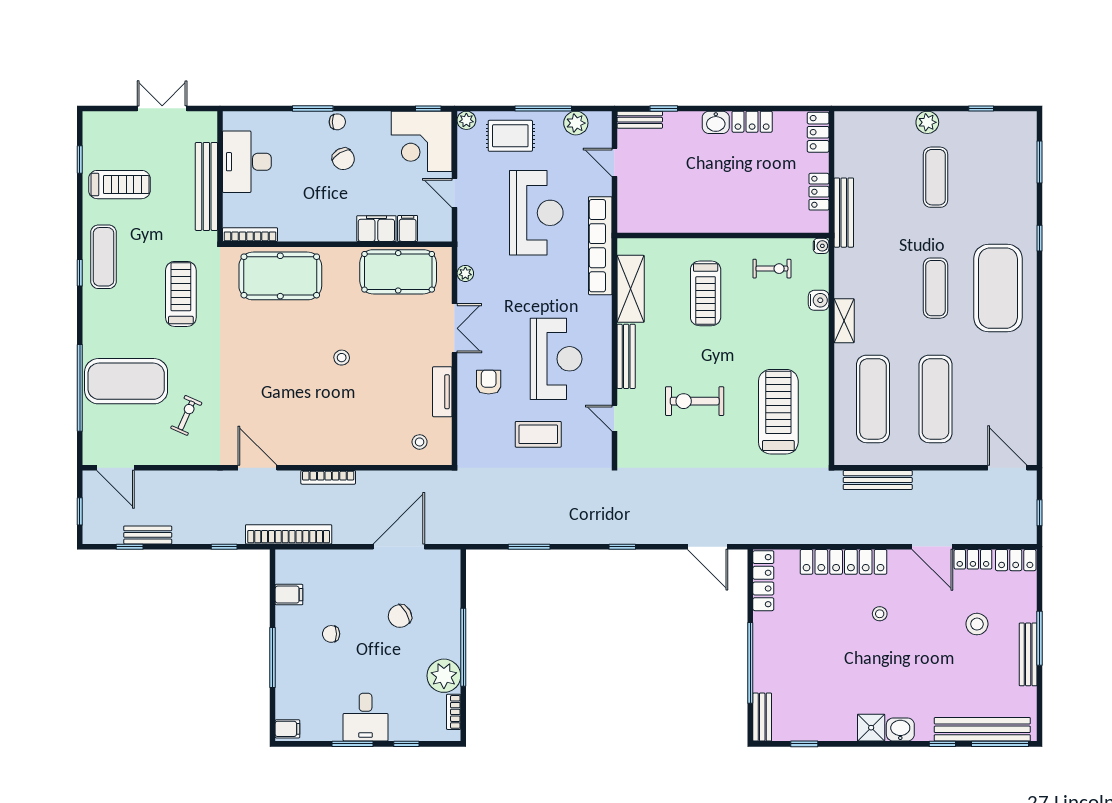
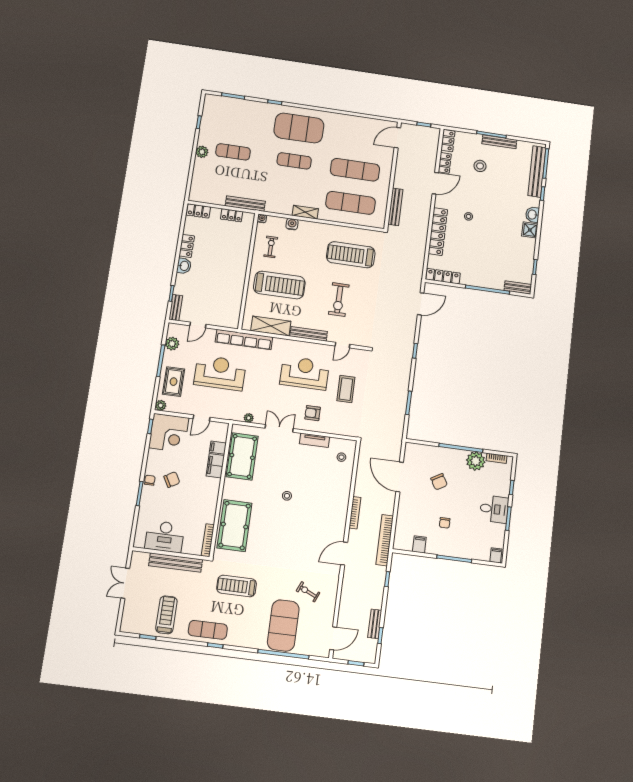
treadmill: (706, 293) -> (279, 285), width x1.37, depth x1.38

